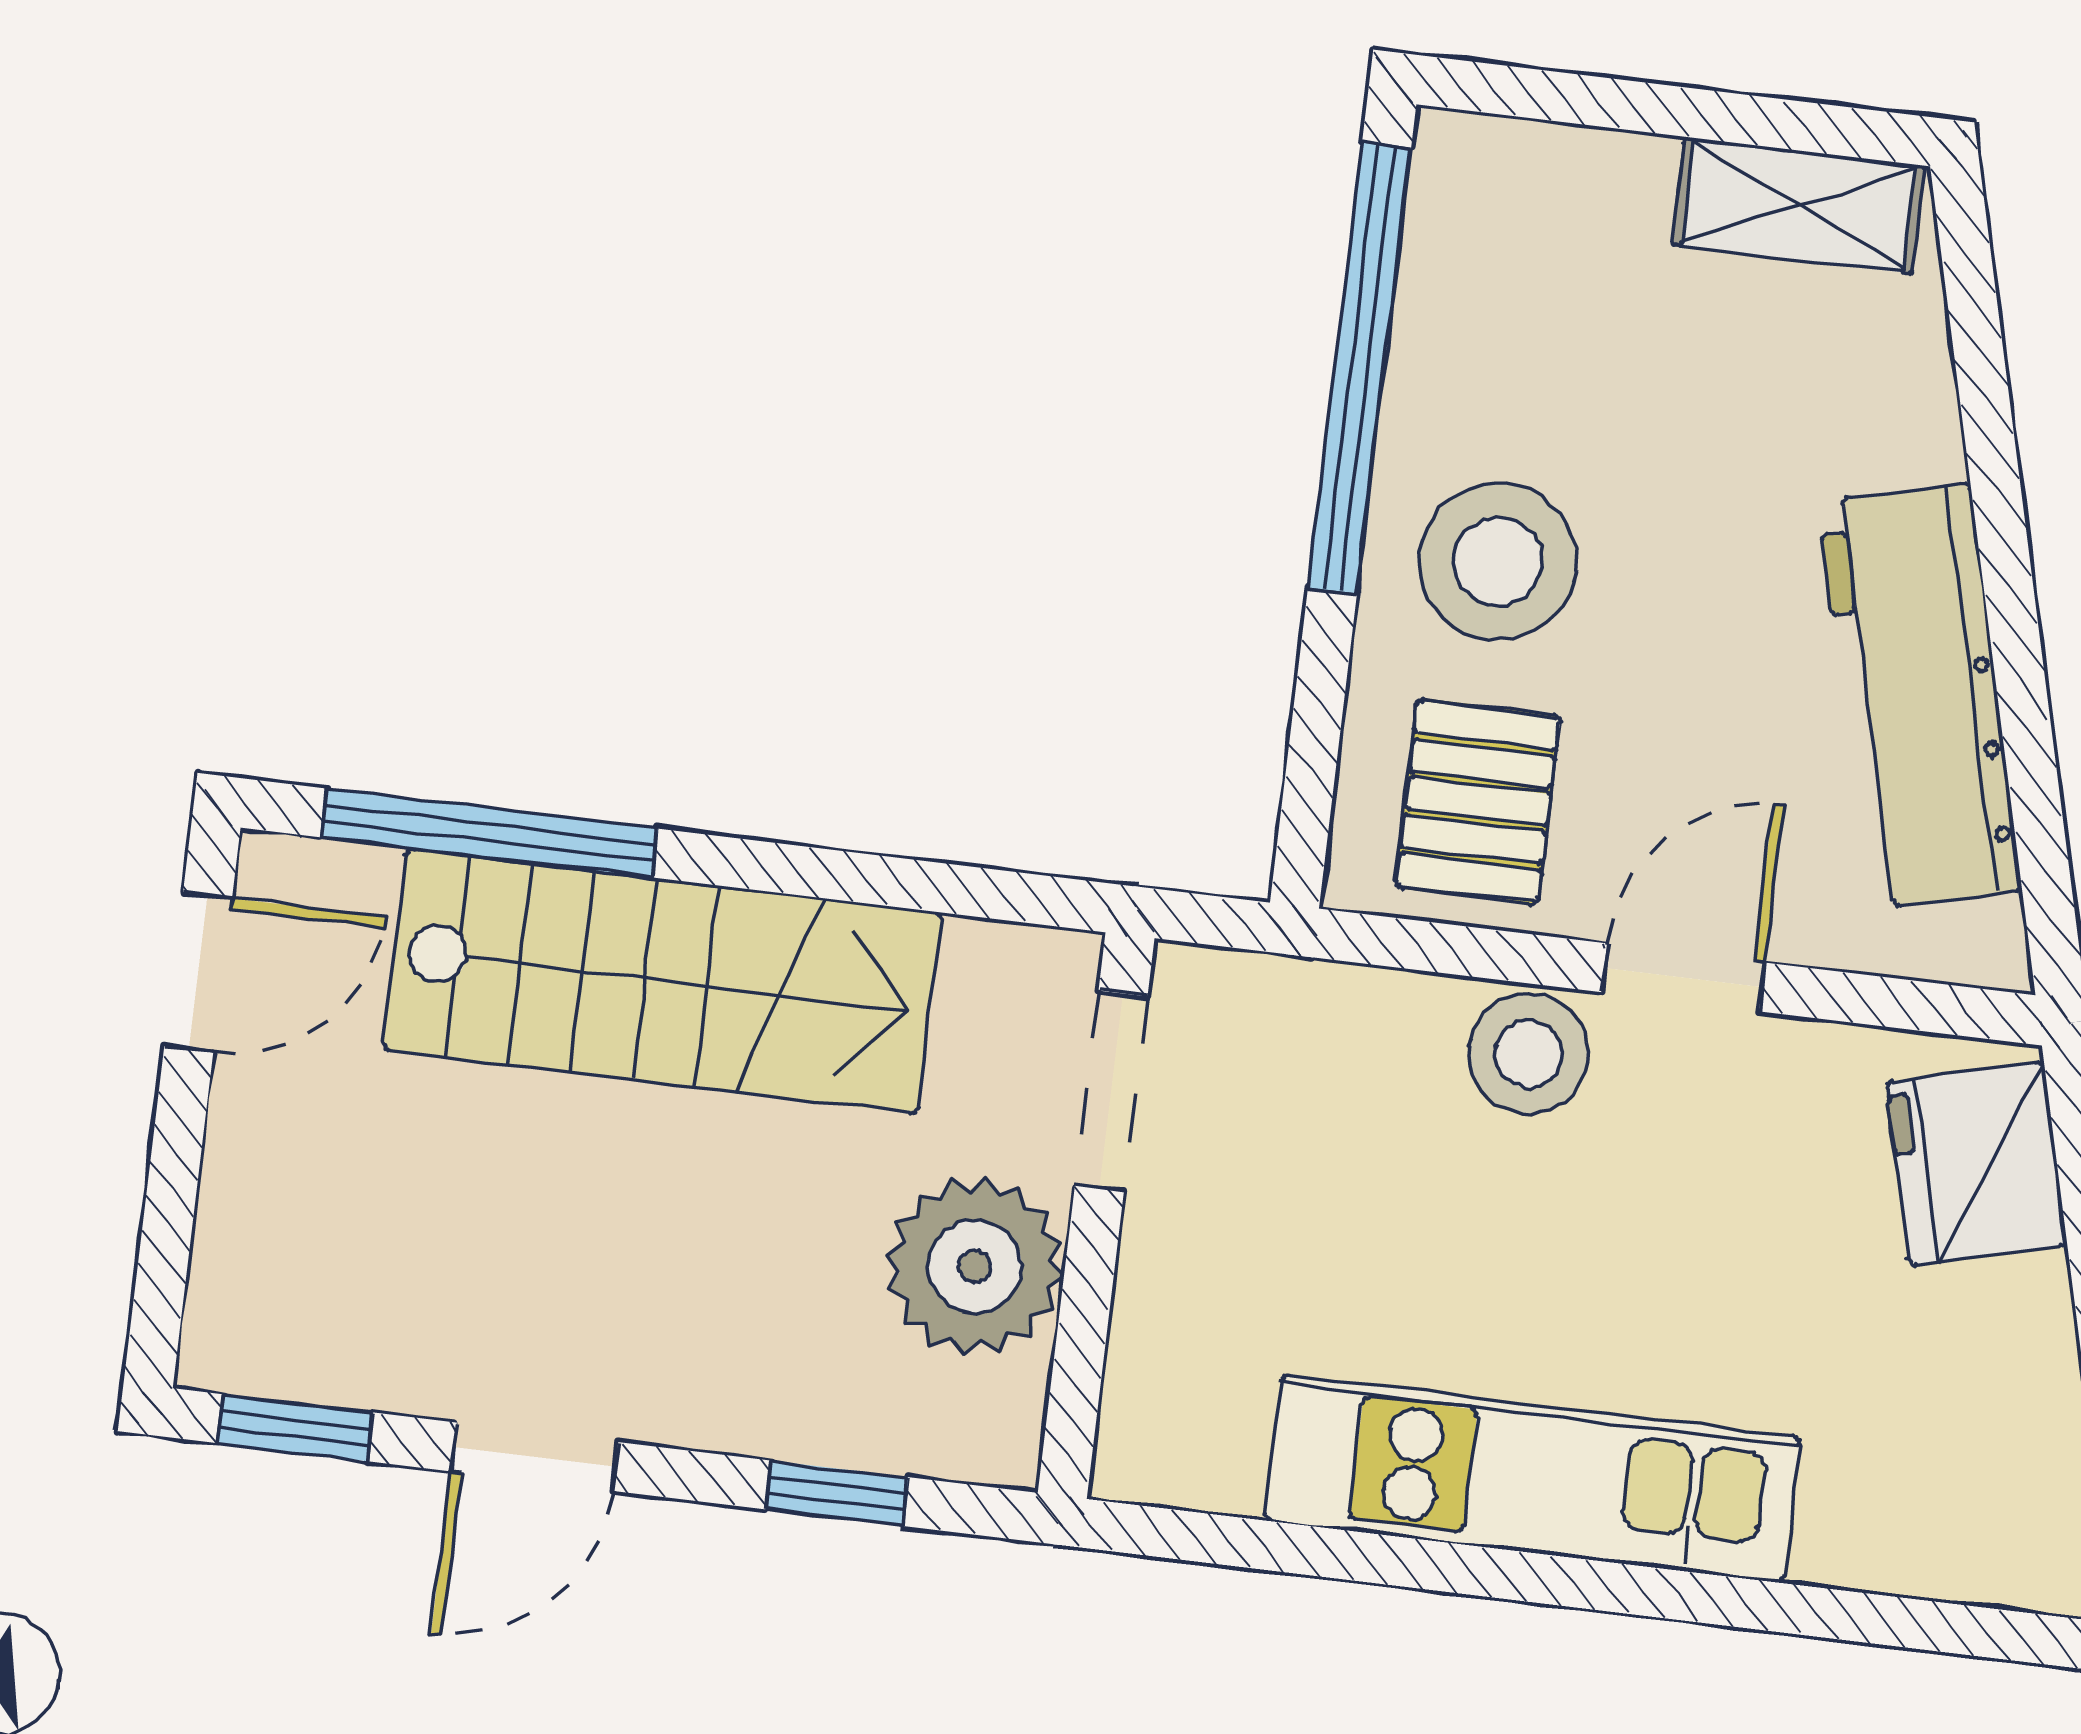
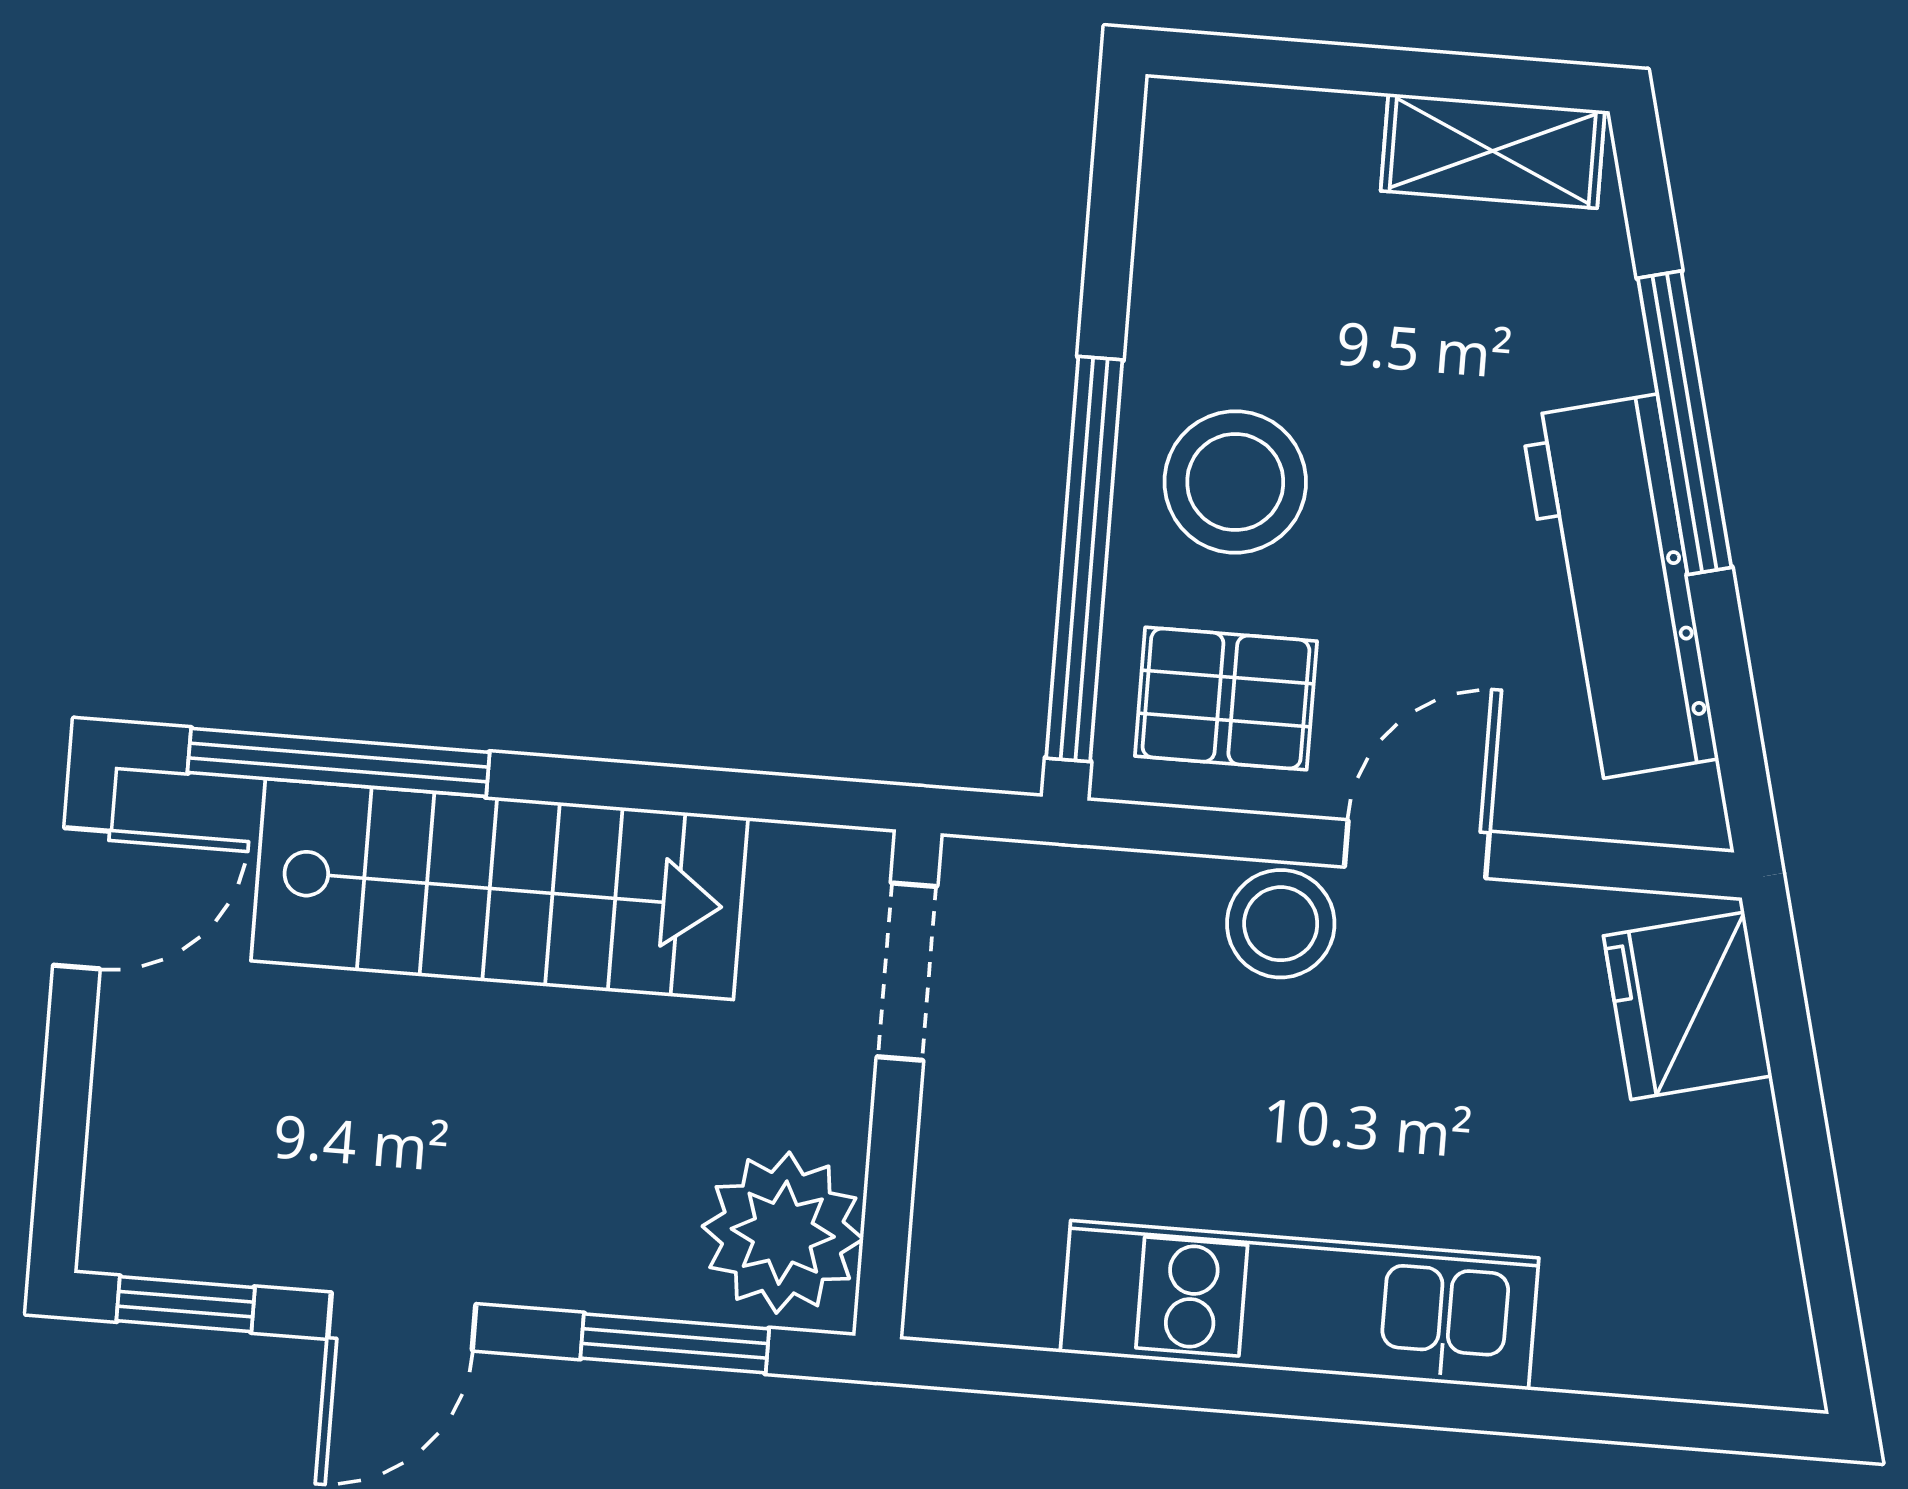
window: (1359, 368) -> (1084, 559), moved
window: (1999, 516) -> (1685, 423), added
pallet: (1478, 802) -> (1226, 699), turned 90
plant: (975, 1266) -> (783, 1233), moved
window: (837, 1493) -> (675, 1343), width x1.50

